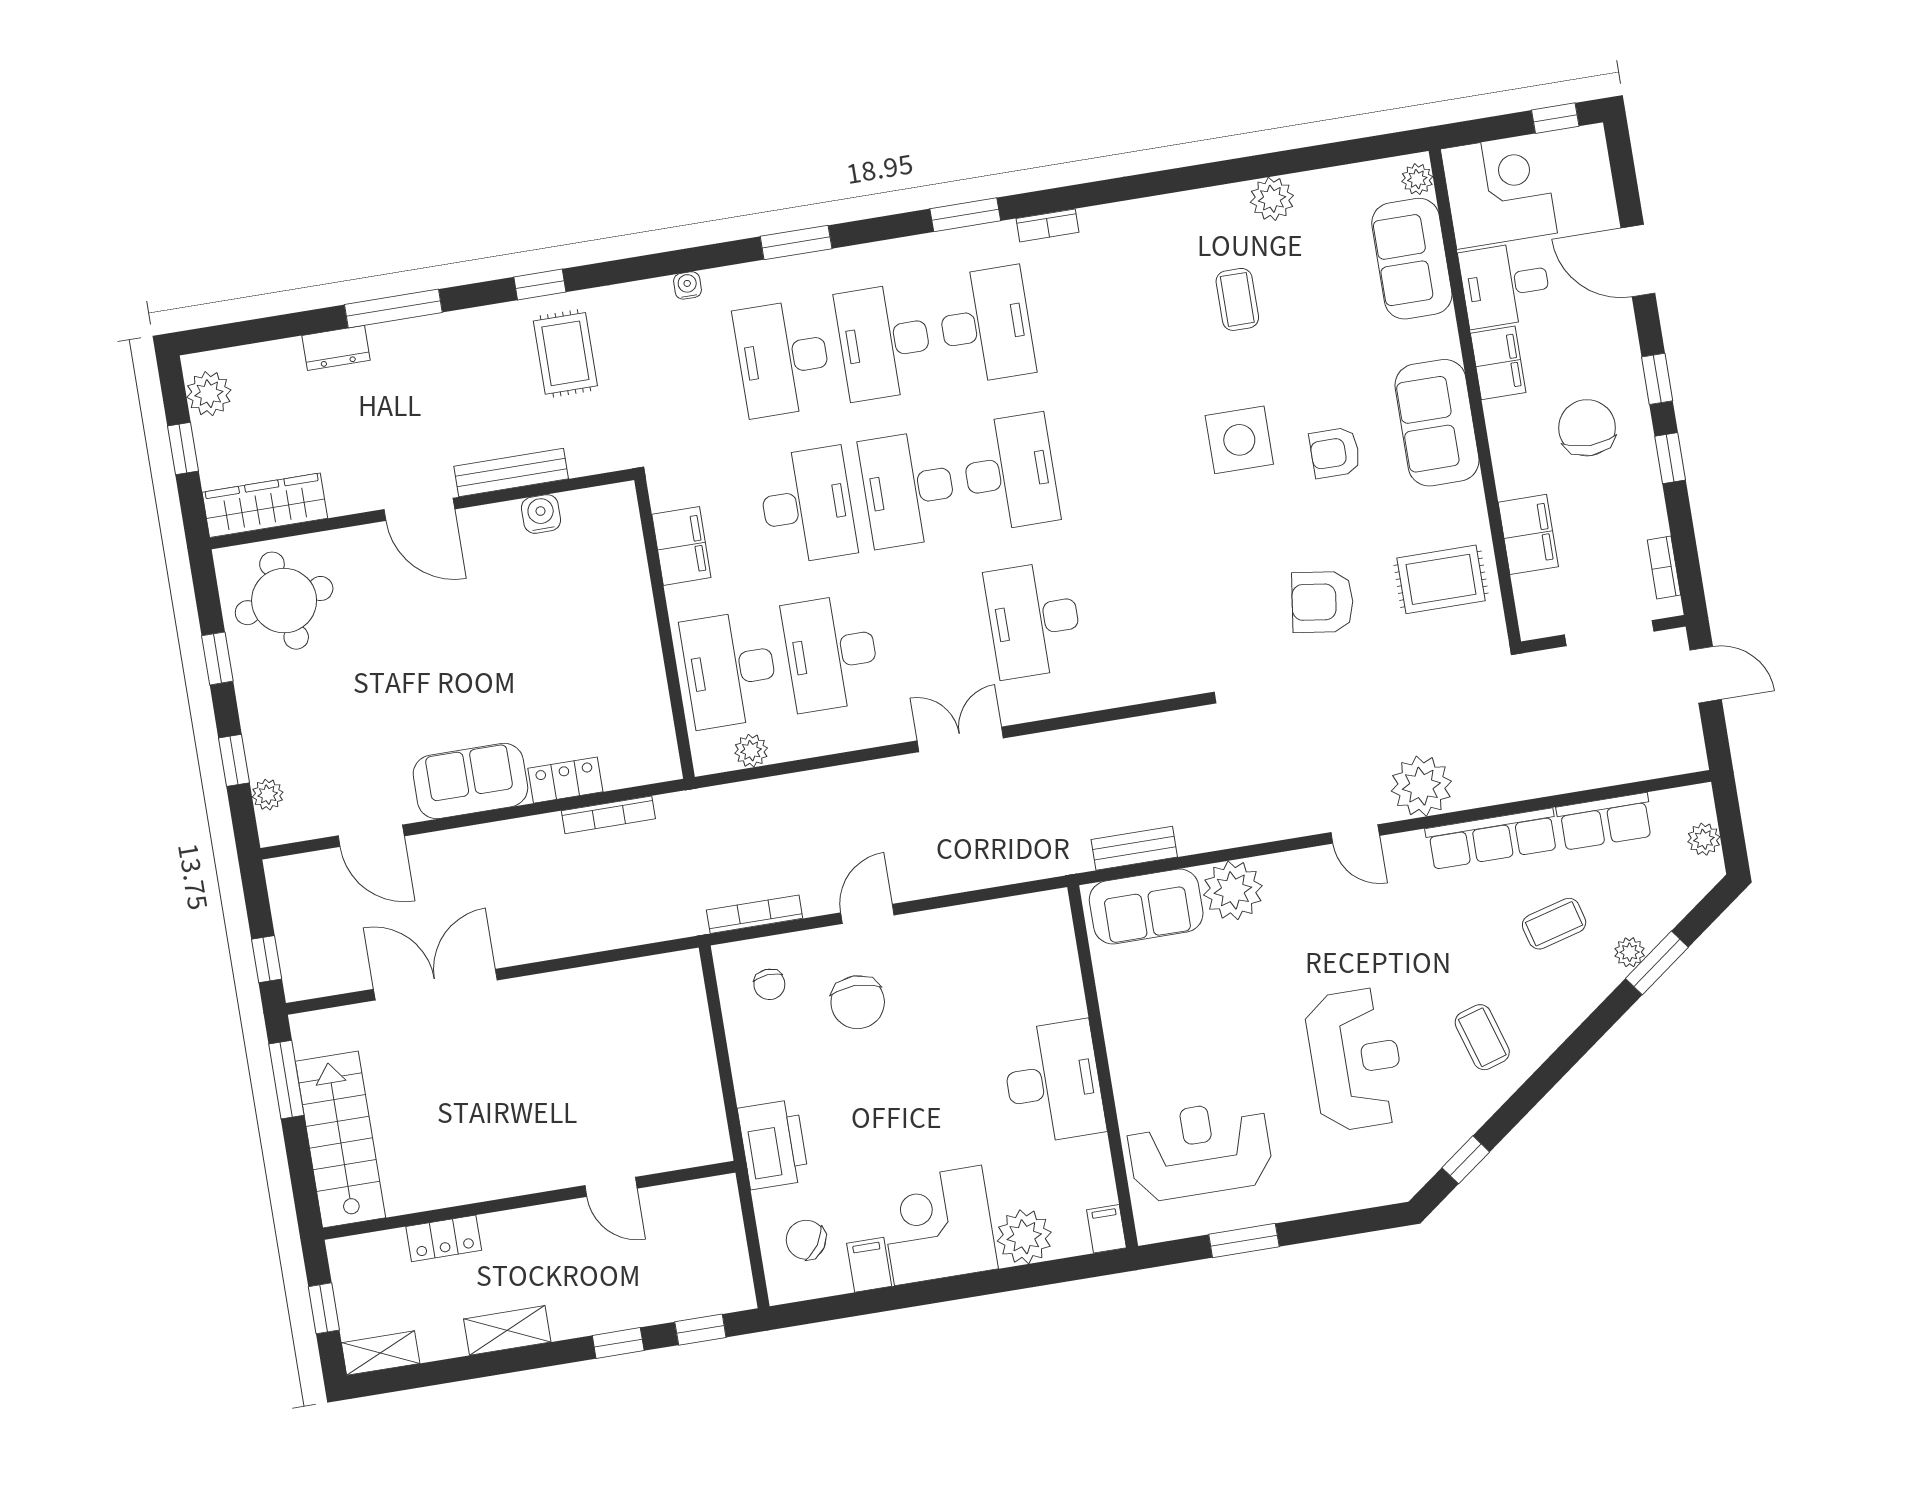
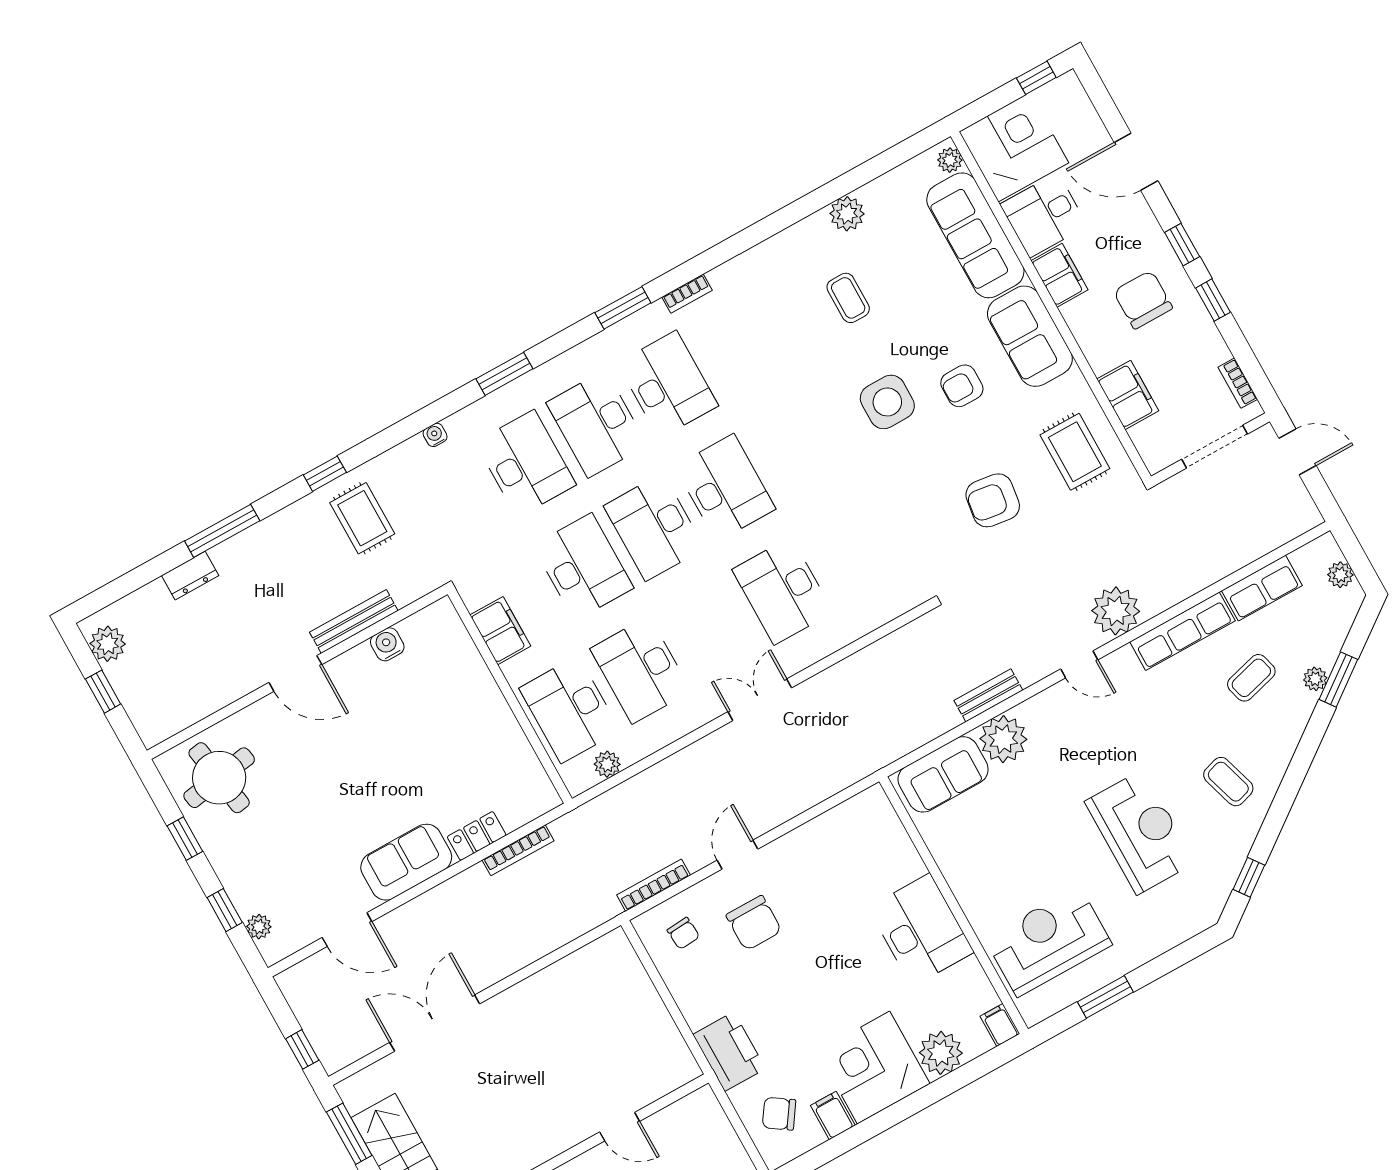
sofa: (1412, 259) -> (975, 235), width x1.36
desk: (783, 358) -> (526, 463), turned 180
wardrobe: (265, 505) -> (179, 712), removed
rug: (1441, 579) -> (1075, 452), turned 90
bench: (1134, 848) -> (988, 695), moved

